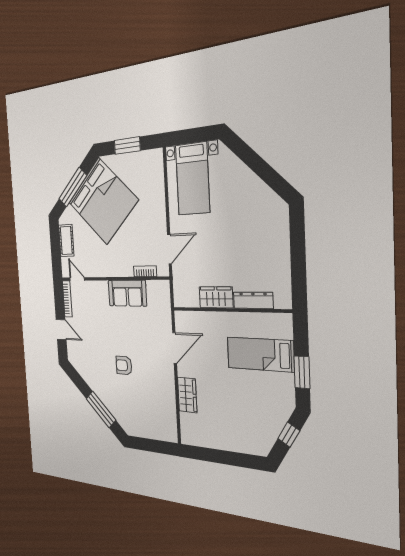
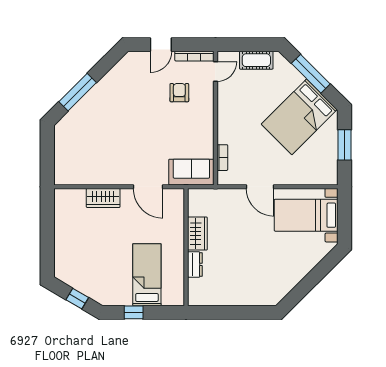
bed: (103, 201) -> (299, 117), width x0.73
door: (169, 249) -> (260, 187), moved
sofa: (127, 293) -> (191, 172), moved, turned 90
dresser: (253, 300) -> (195, 264), width x0.70
armchair: (124, 365) -> (179, 93), moved
window: (302, 372) -> (134, 312), width x0.67

